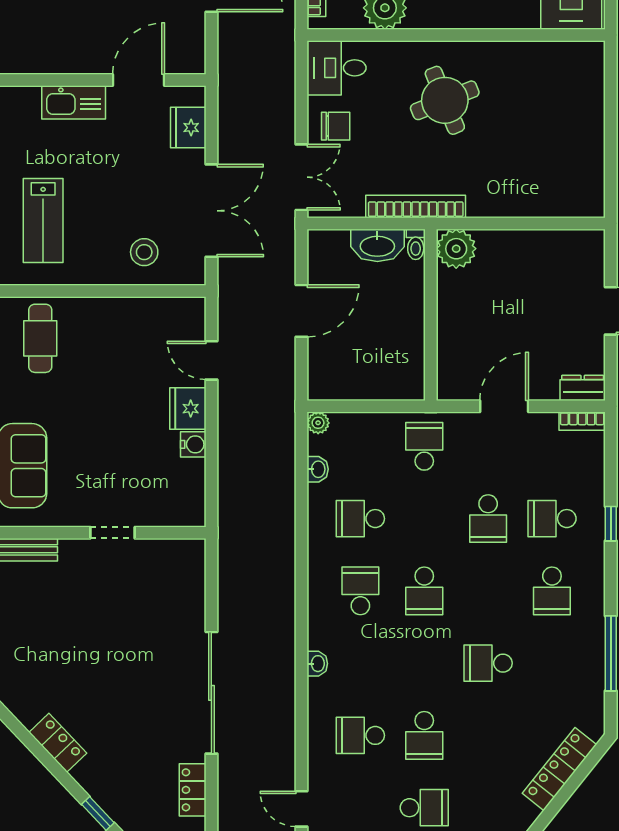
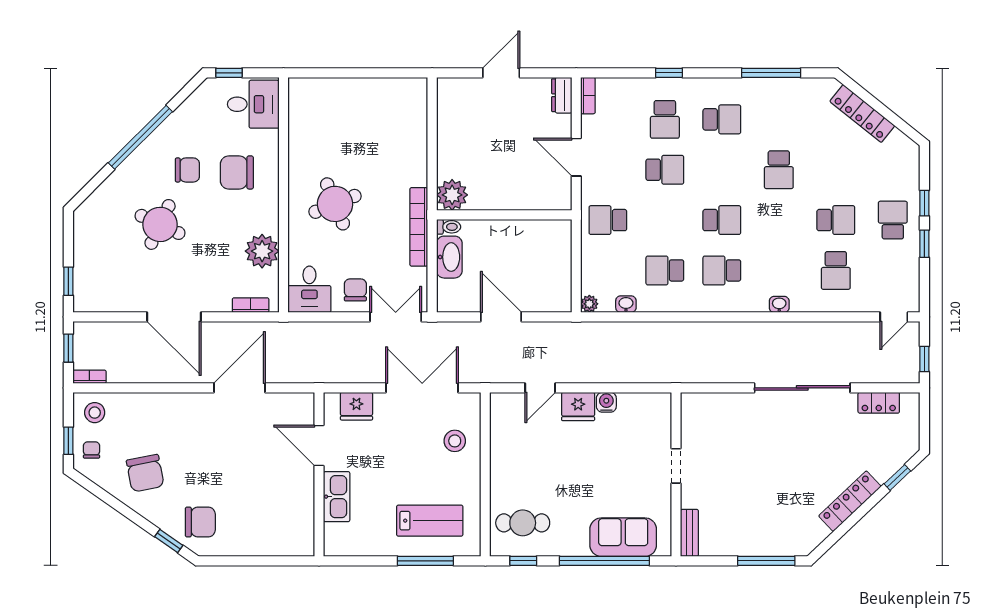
school desk: (360, 519) -> (665, 270), turned 90
locker: (58, 743) -> (850, 501), width x1.53

